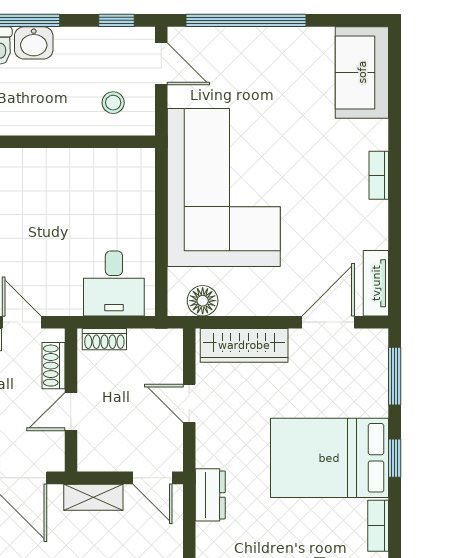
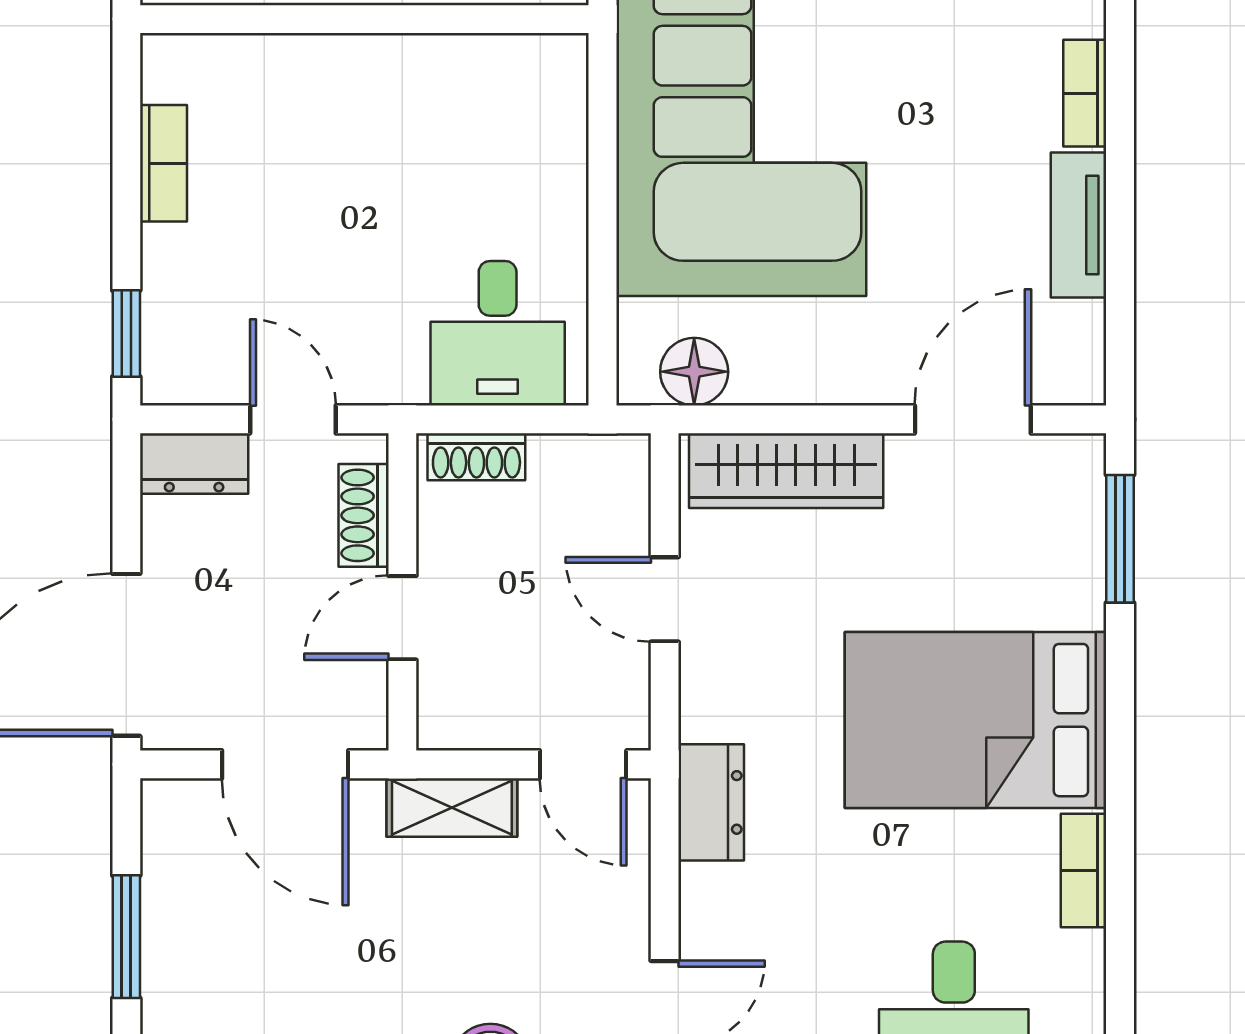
tv unit: (376, 283) -> (1078, 225), moved
window: (395, 458) -> (1120, 721), removed

